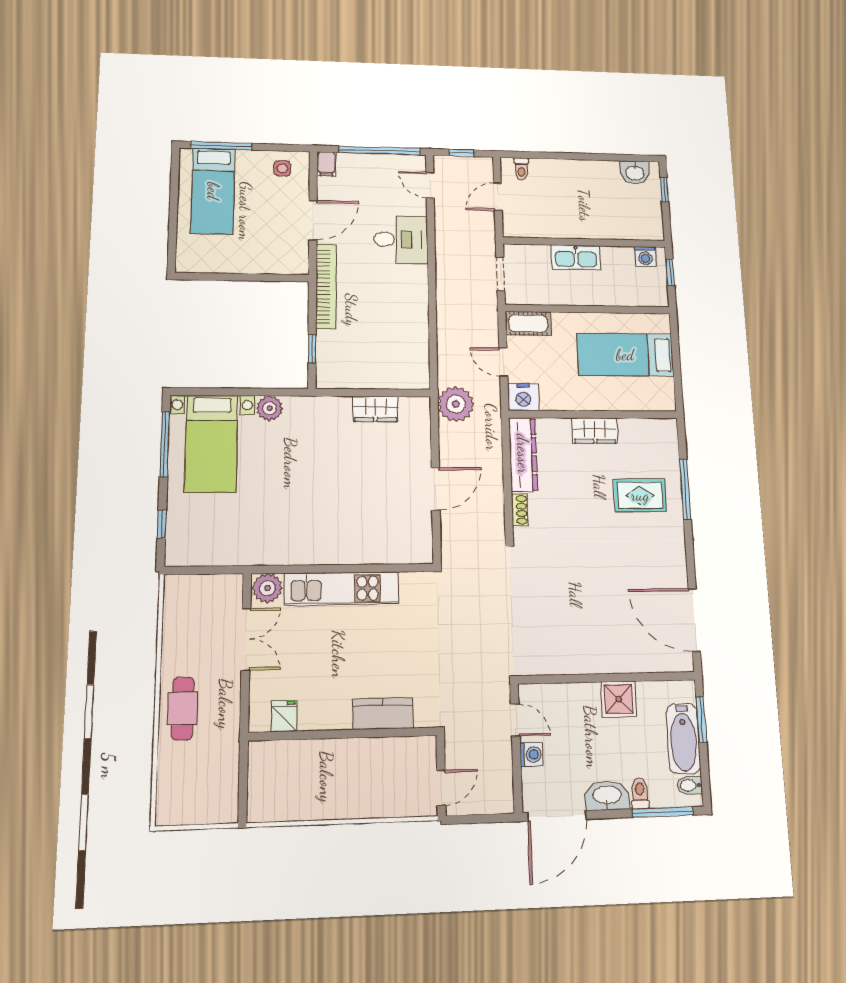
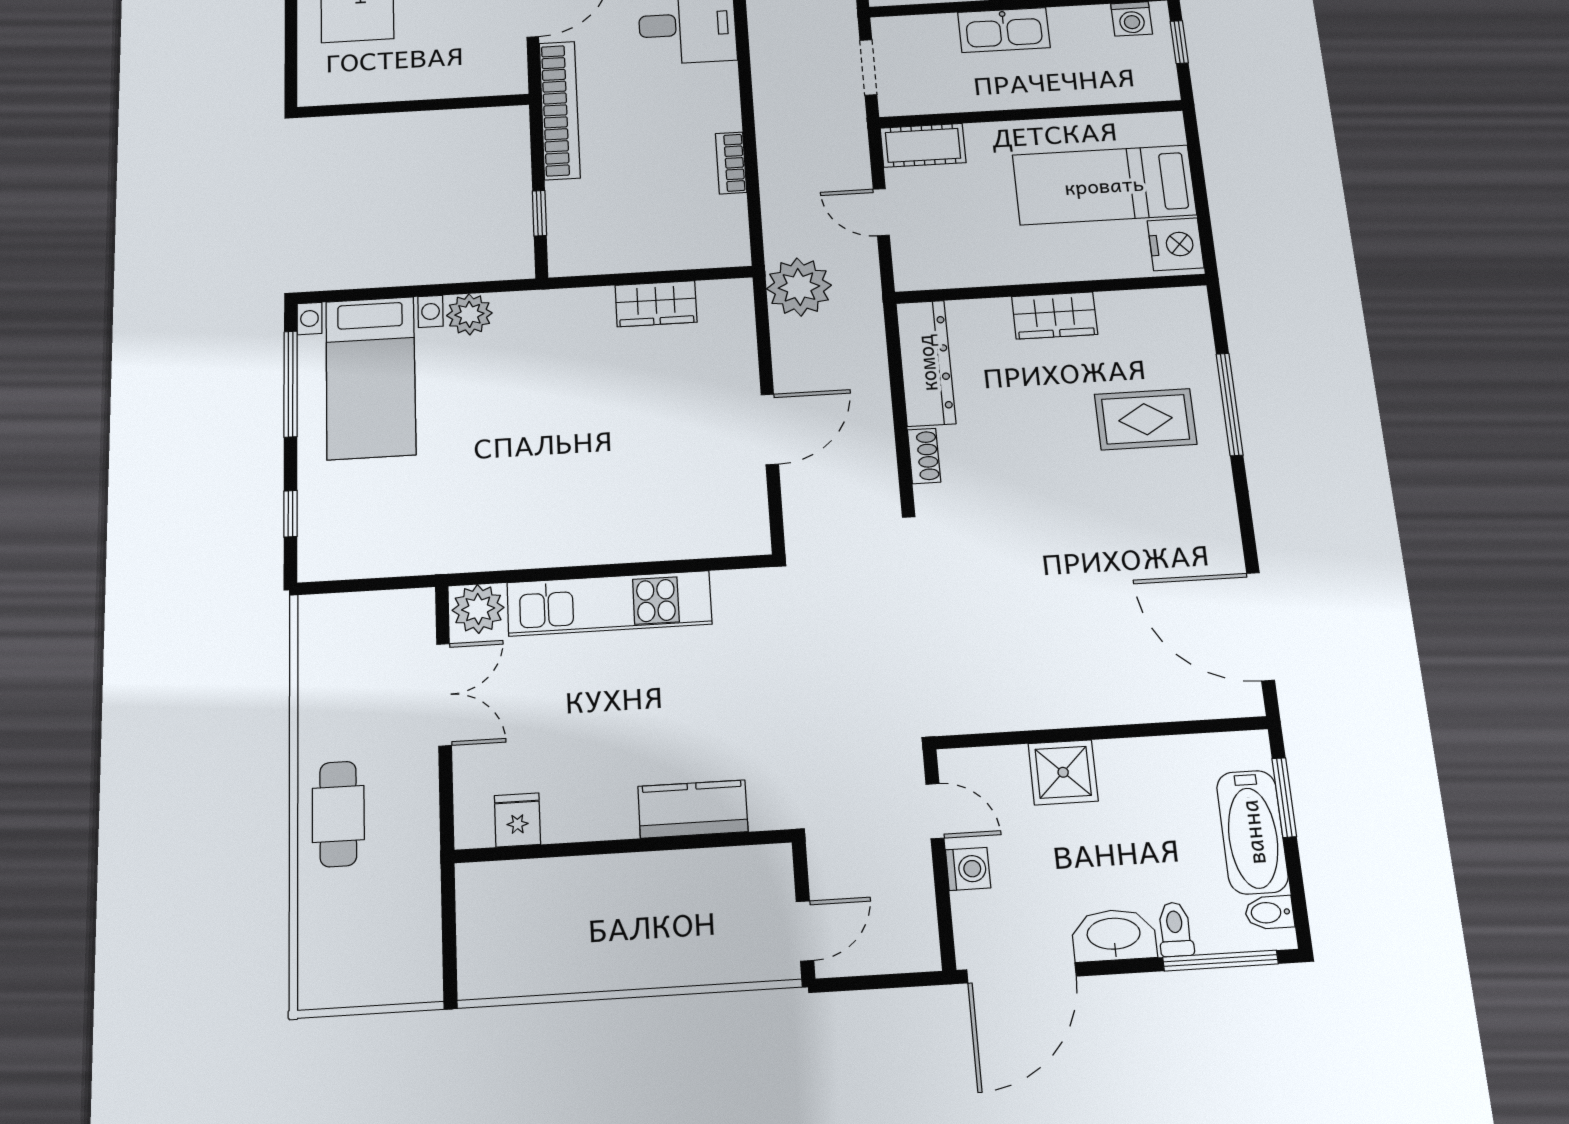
bookcase: (421, 326) -> (731, 163), added
nightstand: (523, 397) -> (1176, 244), moved, turned -90
shower: (619, 699) -> (1063, 772), moved

